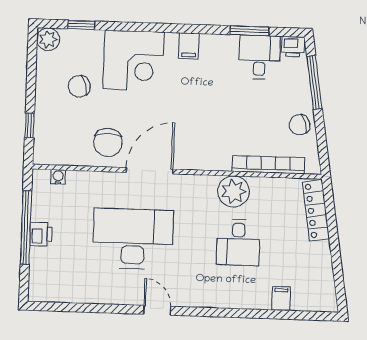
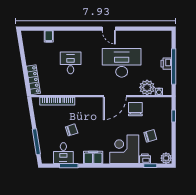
filing cabinet: (189, 46) -> (93, 157), width x2.00
printer: (293, 47) -> (145, 159), moved
chair: (300, 125) -> (72, 130), moved
plant: (234, 191) -> (147, 87), moved
desk: (133, 239) -> (122, 63), turned 180

